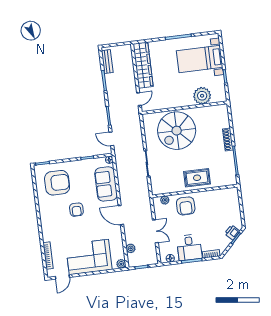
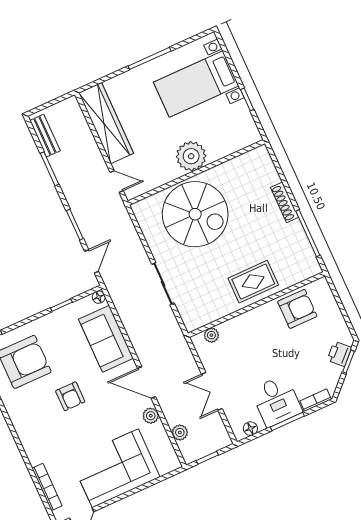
plant: (202, 96) -> (191, 156), moved
door: (139, 99) -> (117, 181), hinge flipped
spiral stairs: (177, 131) -> (195, 214), turned -90
door: (111, 139) -> (92, 261), swing flipped
armchair: (186, 206) -> (297, 309), moved, turned -90
double door: (155, 231) -> (212, 391), swing flipped
plant: (121, 264) -> (151, 416), moved

